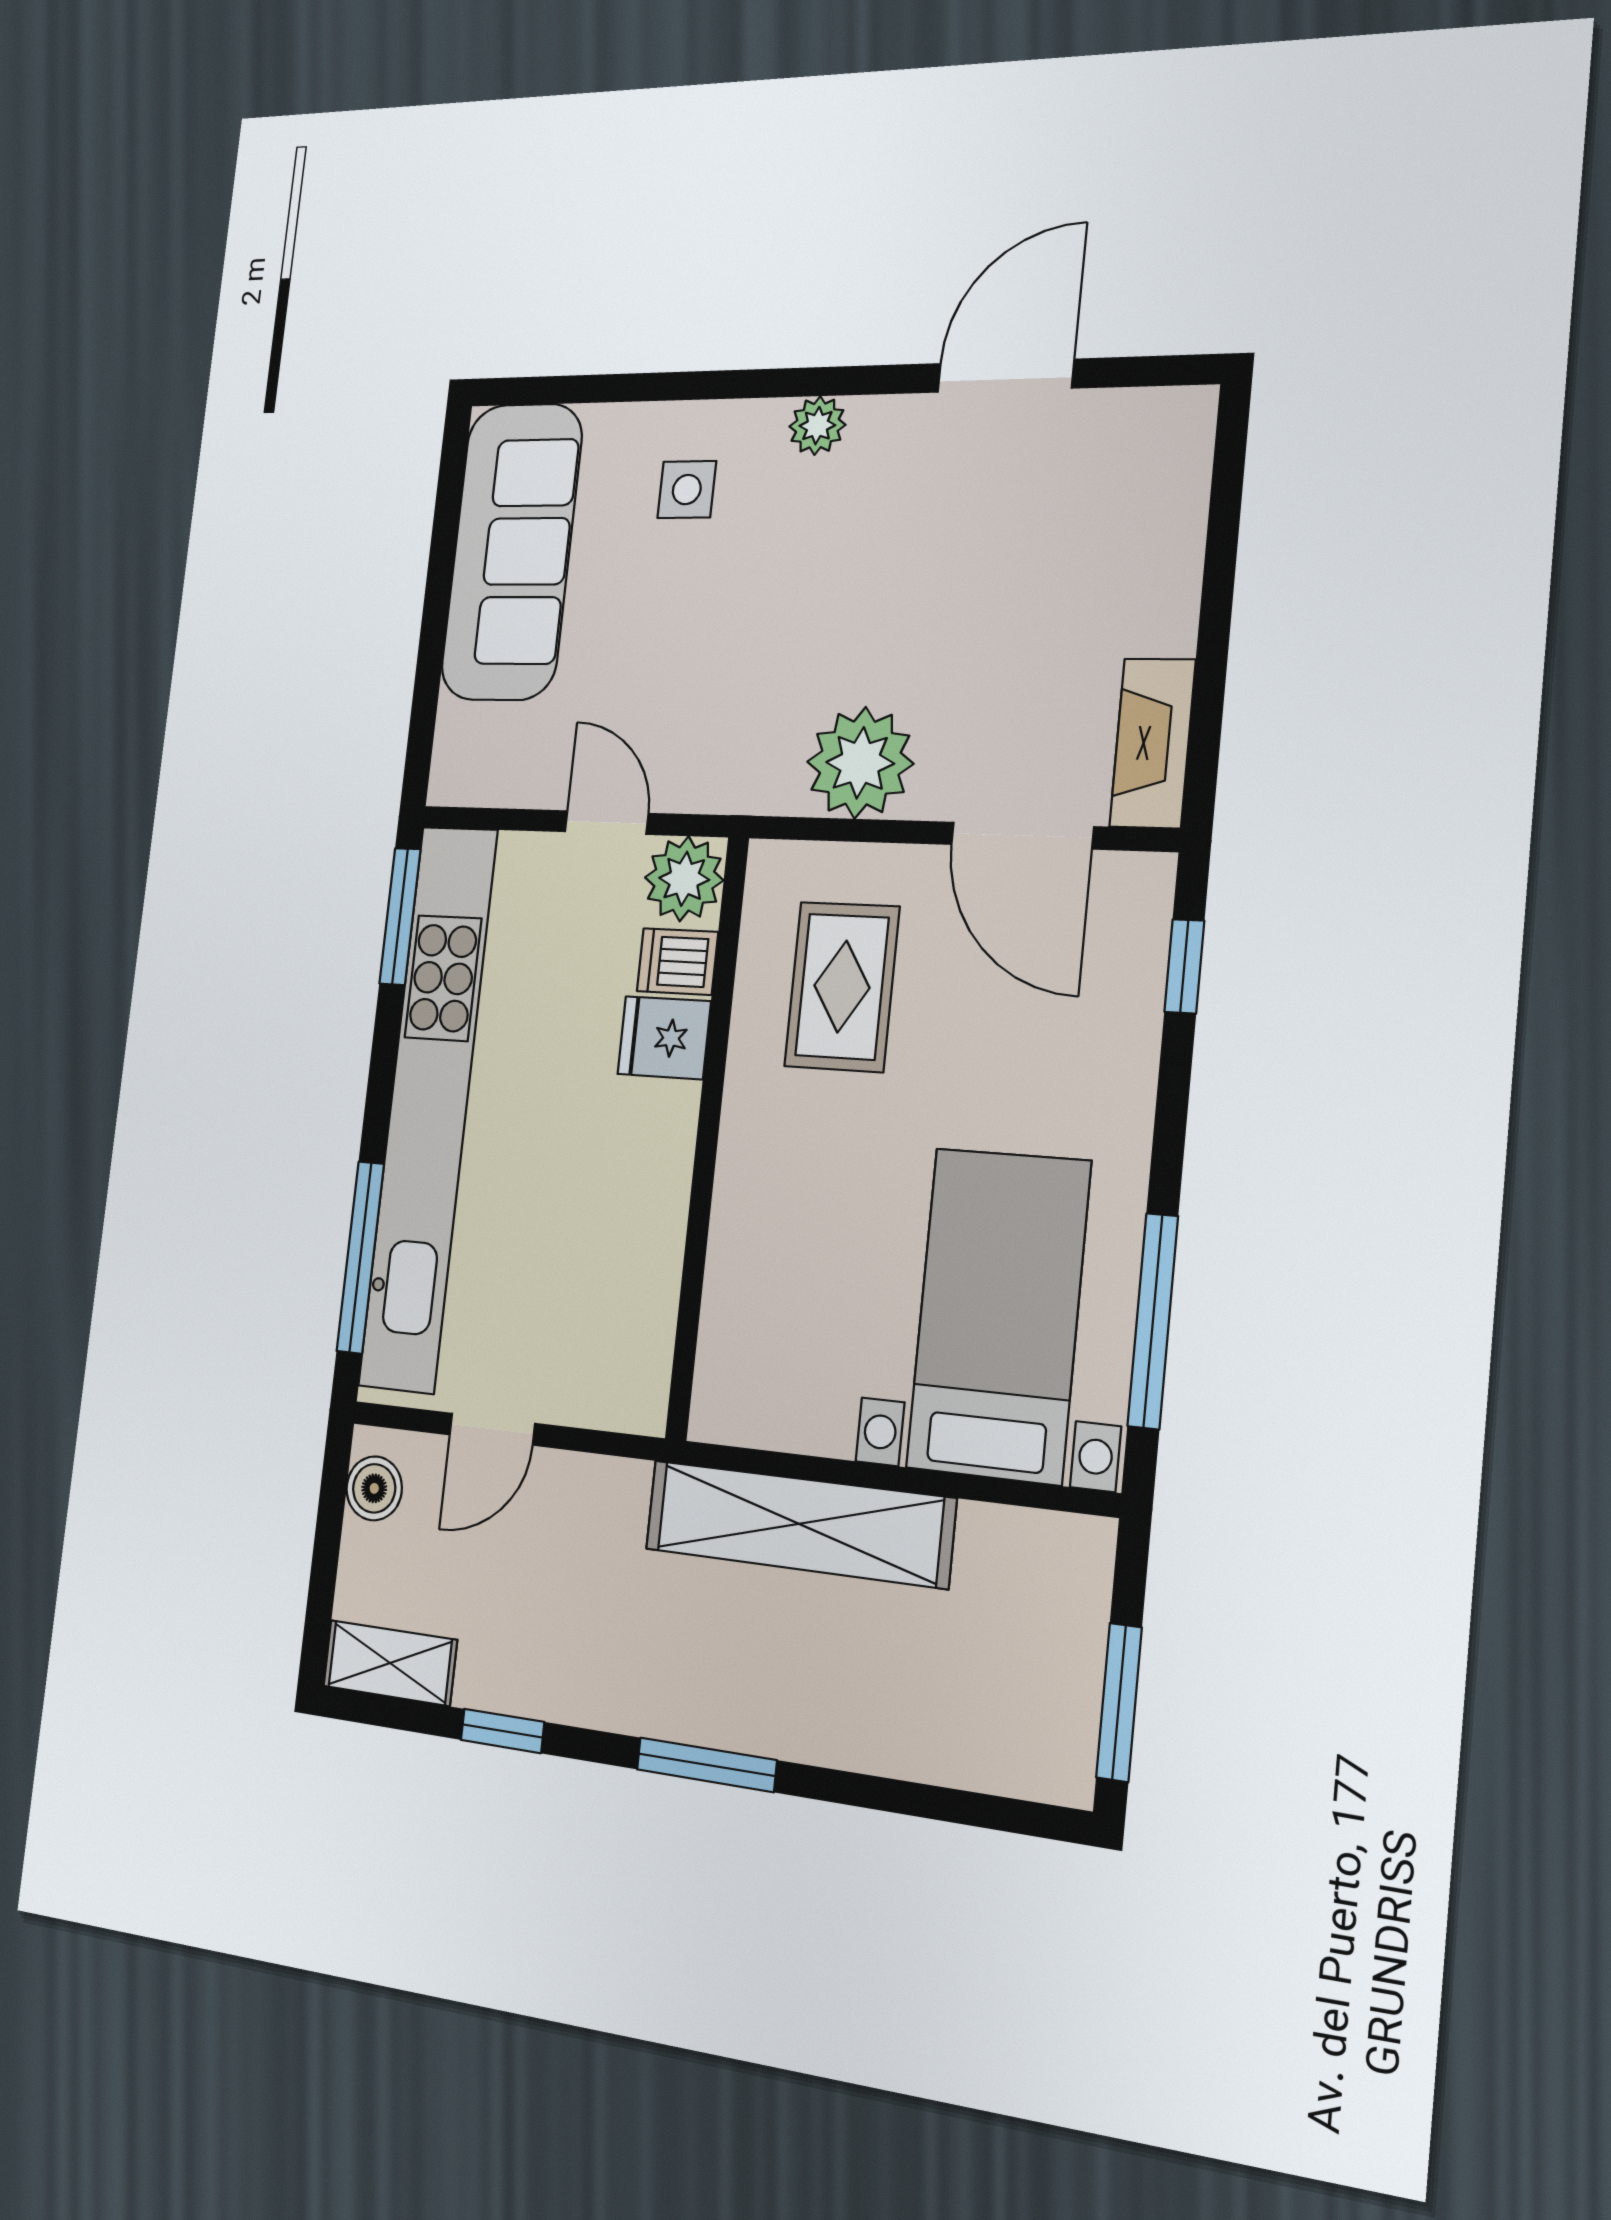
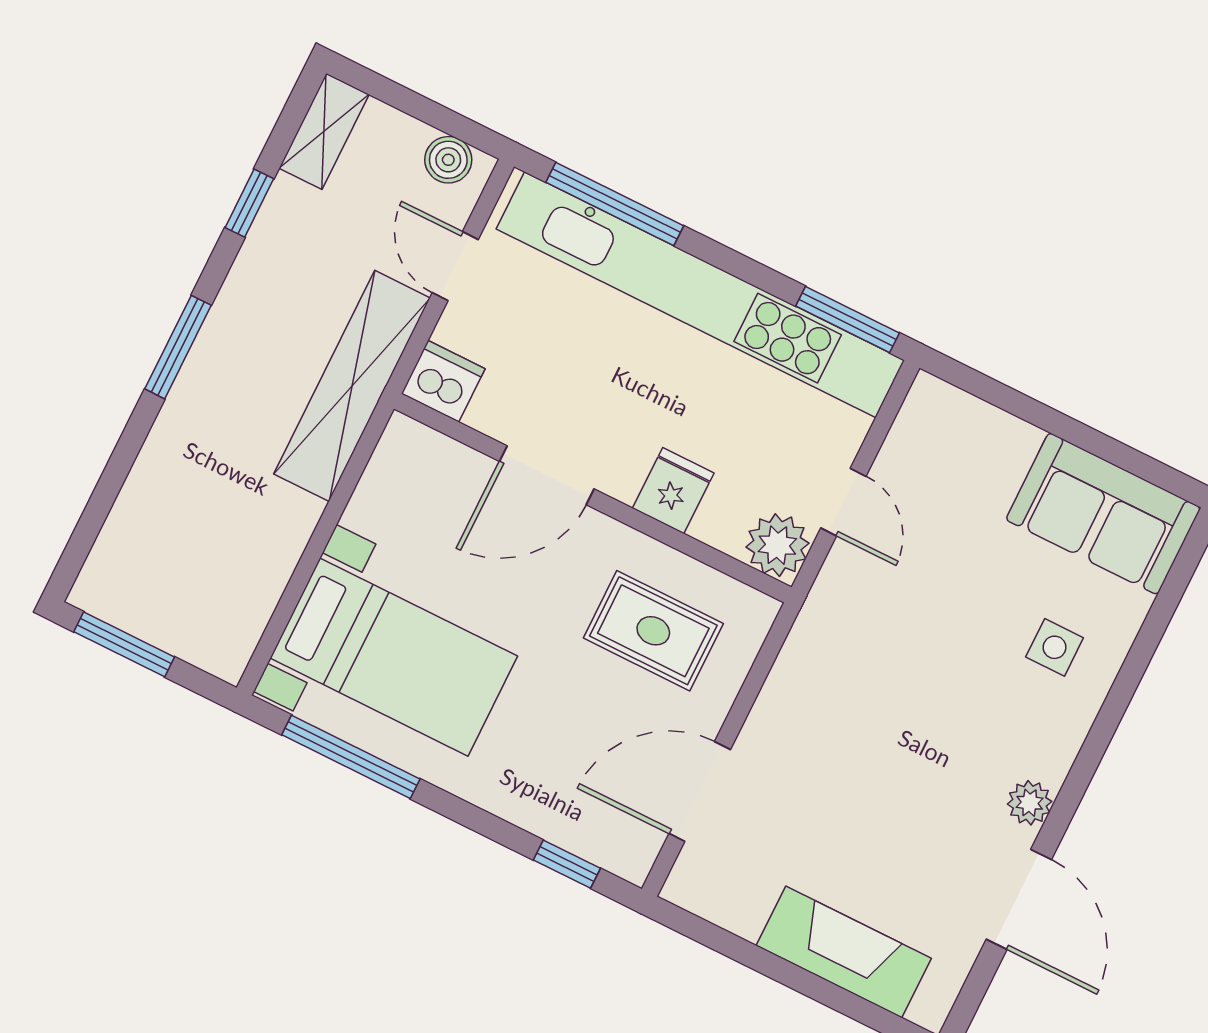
plant: (817, 426) -> (1030, 803), moved
sofa: (512, 552) -> (1103, 514), width x0.73
fireplace: (1153, 743) -> (844, 952), moved, width x1.37, depth x1.32
plant: (860, 763) -> (800, 700), removed
door: (607, 823) -> (843, 502), hinge flipped
dishwasher: (677, 962) -> (443, 381), moved, width x1.38
door: (700, 1207) -> (547, 475), added
shelving: (799, 1524) -> (352, 386), moved

